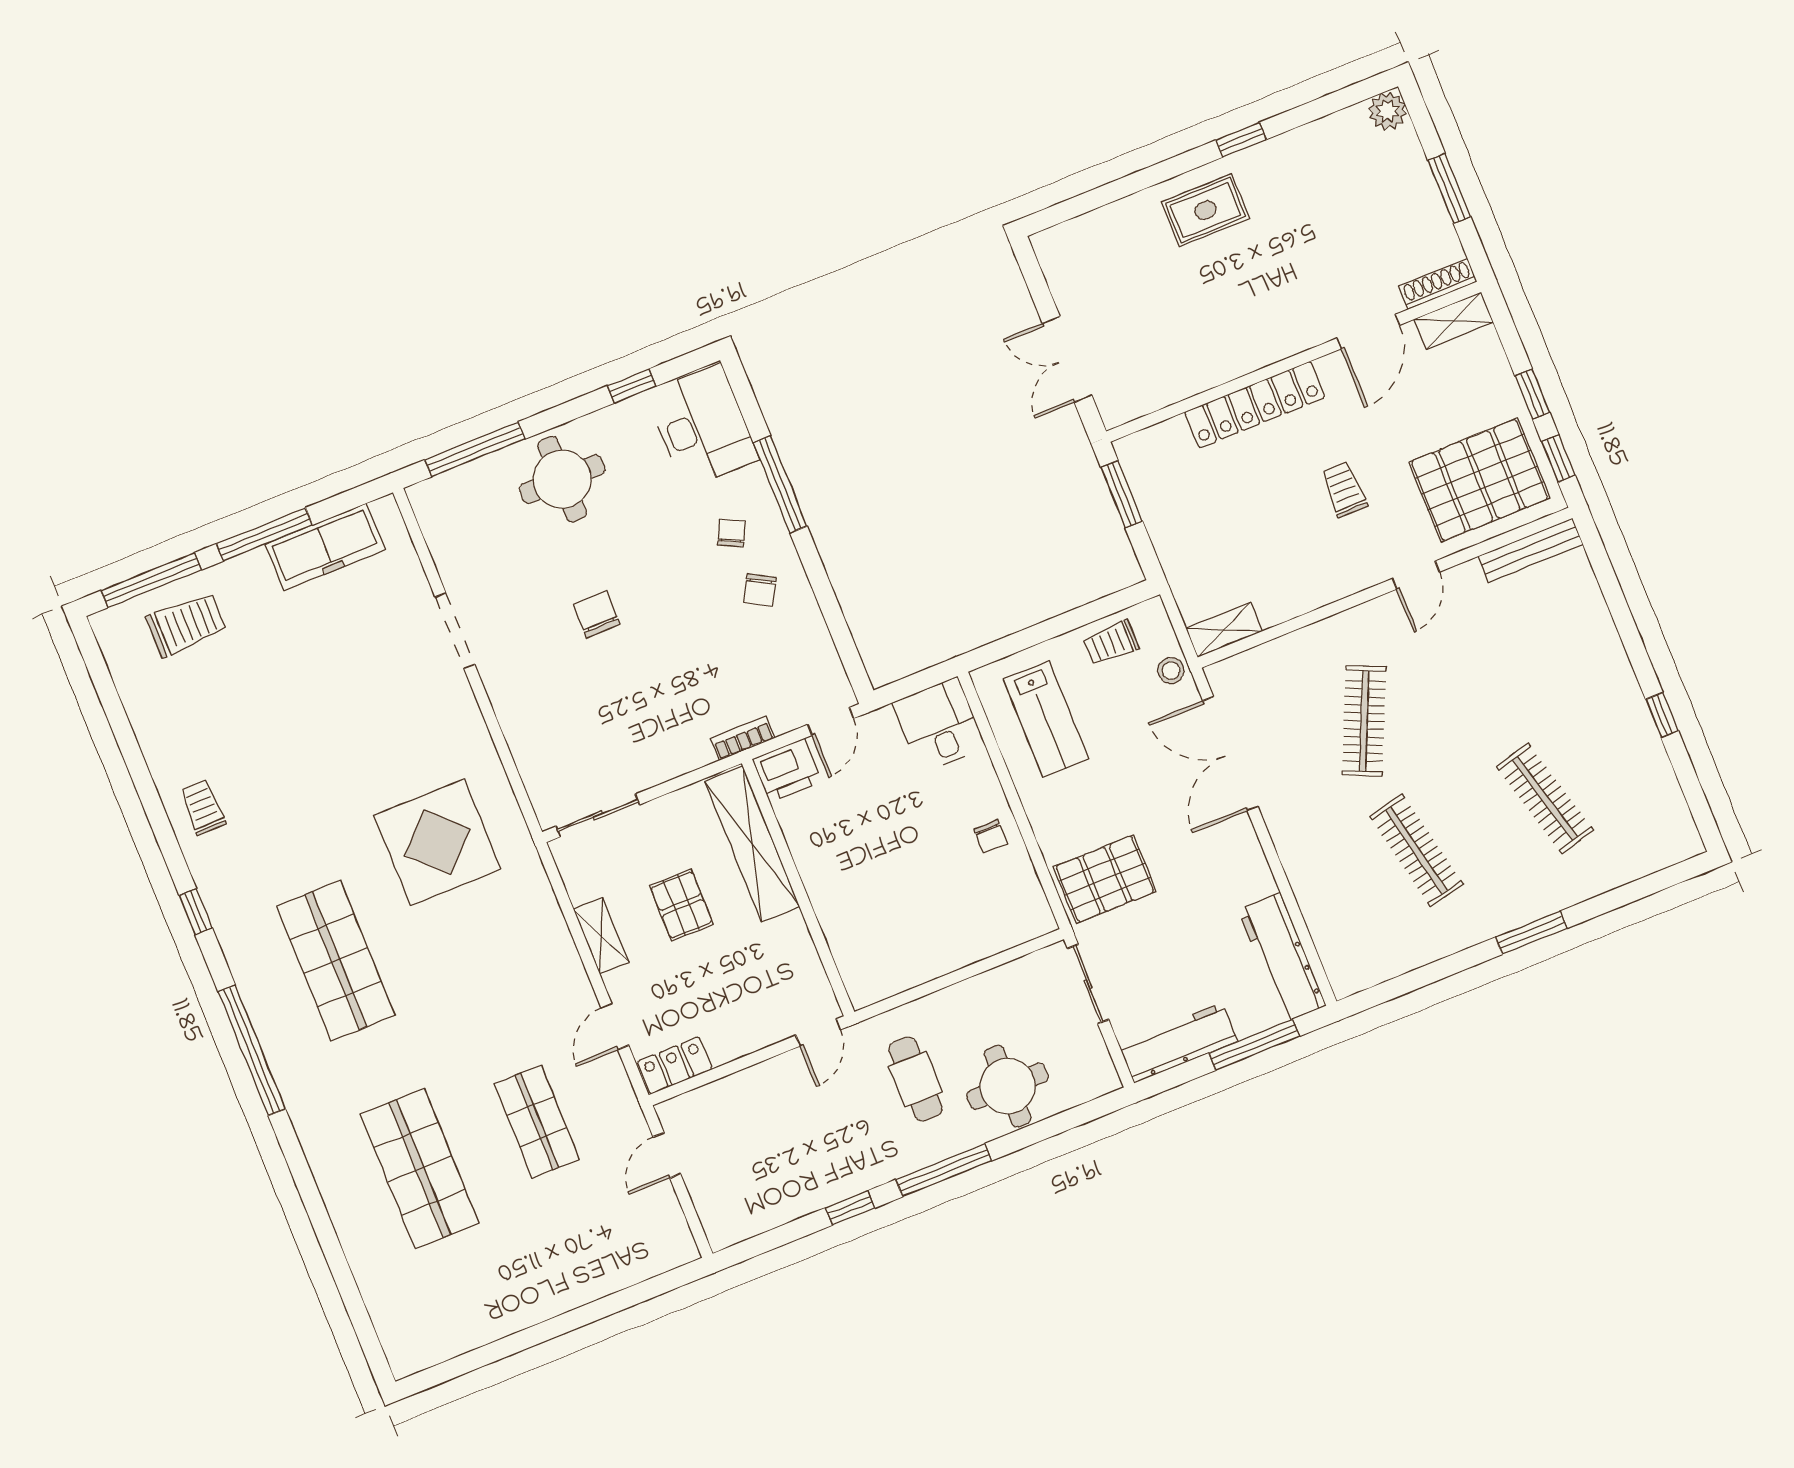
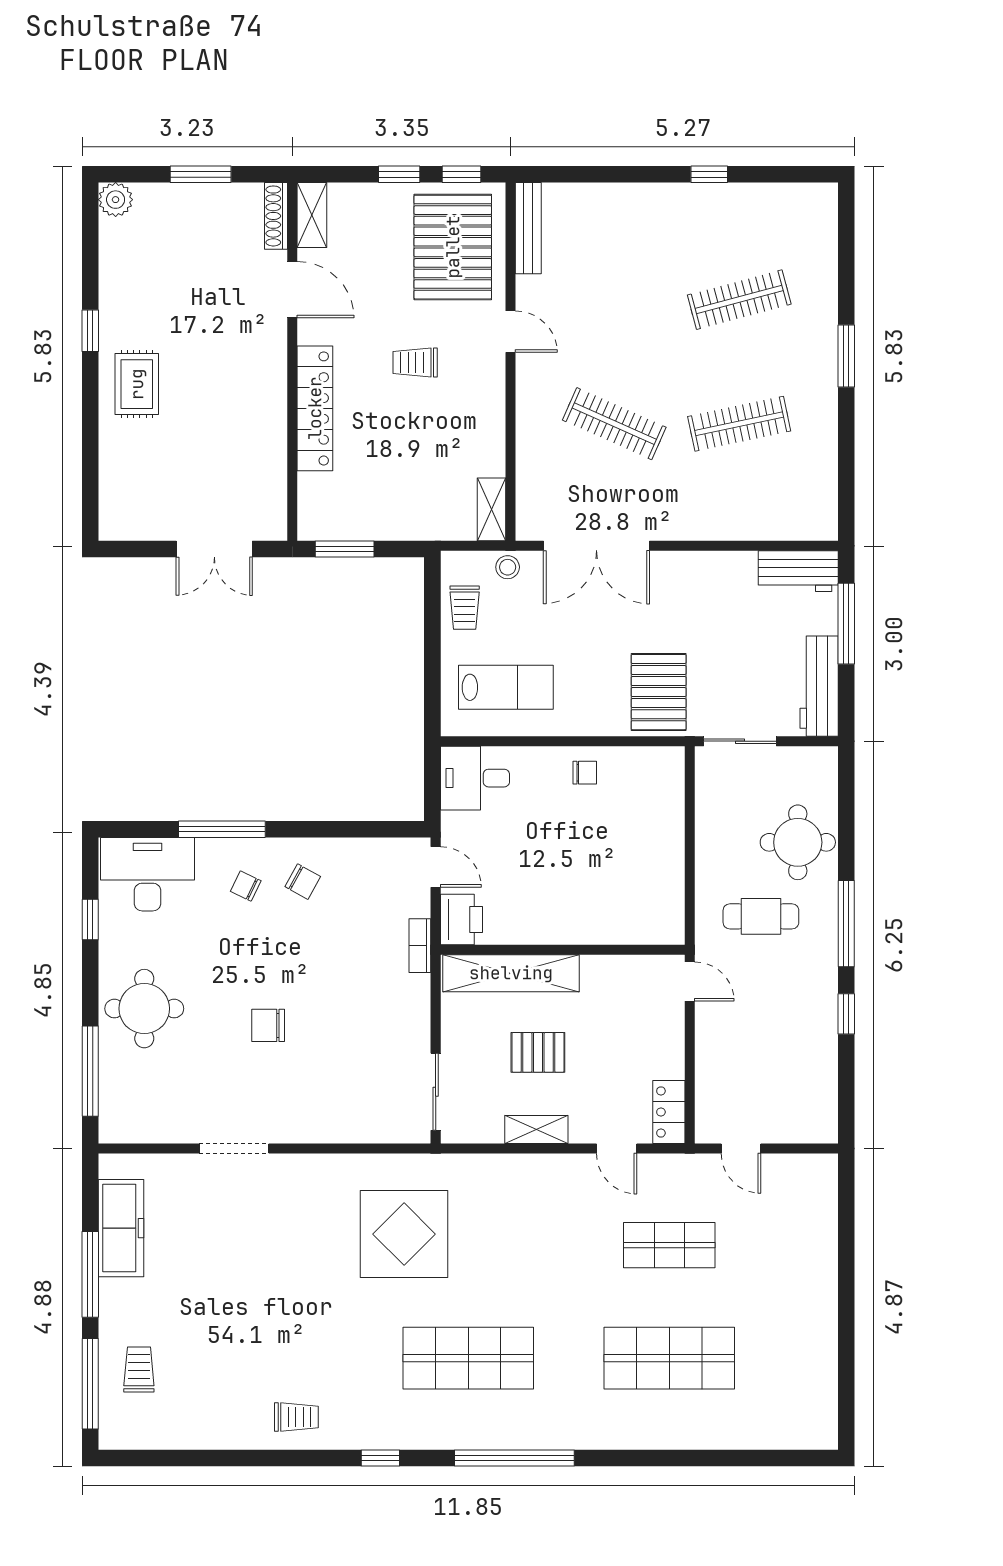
trolley: (186, 625) -> (139, 1370), width x0.73, depth x0.72
trolley: (203, 807) -> (296, 1417), turned 180
workbench: (1282, 958) -> (798, 571), width x0.73

